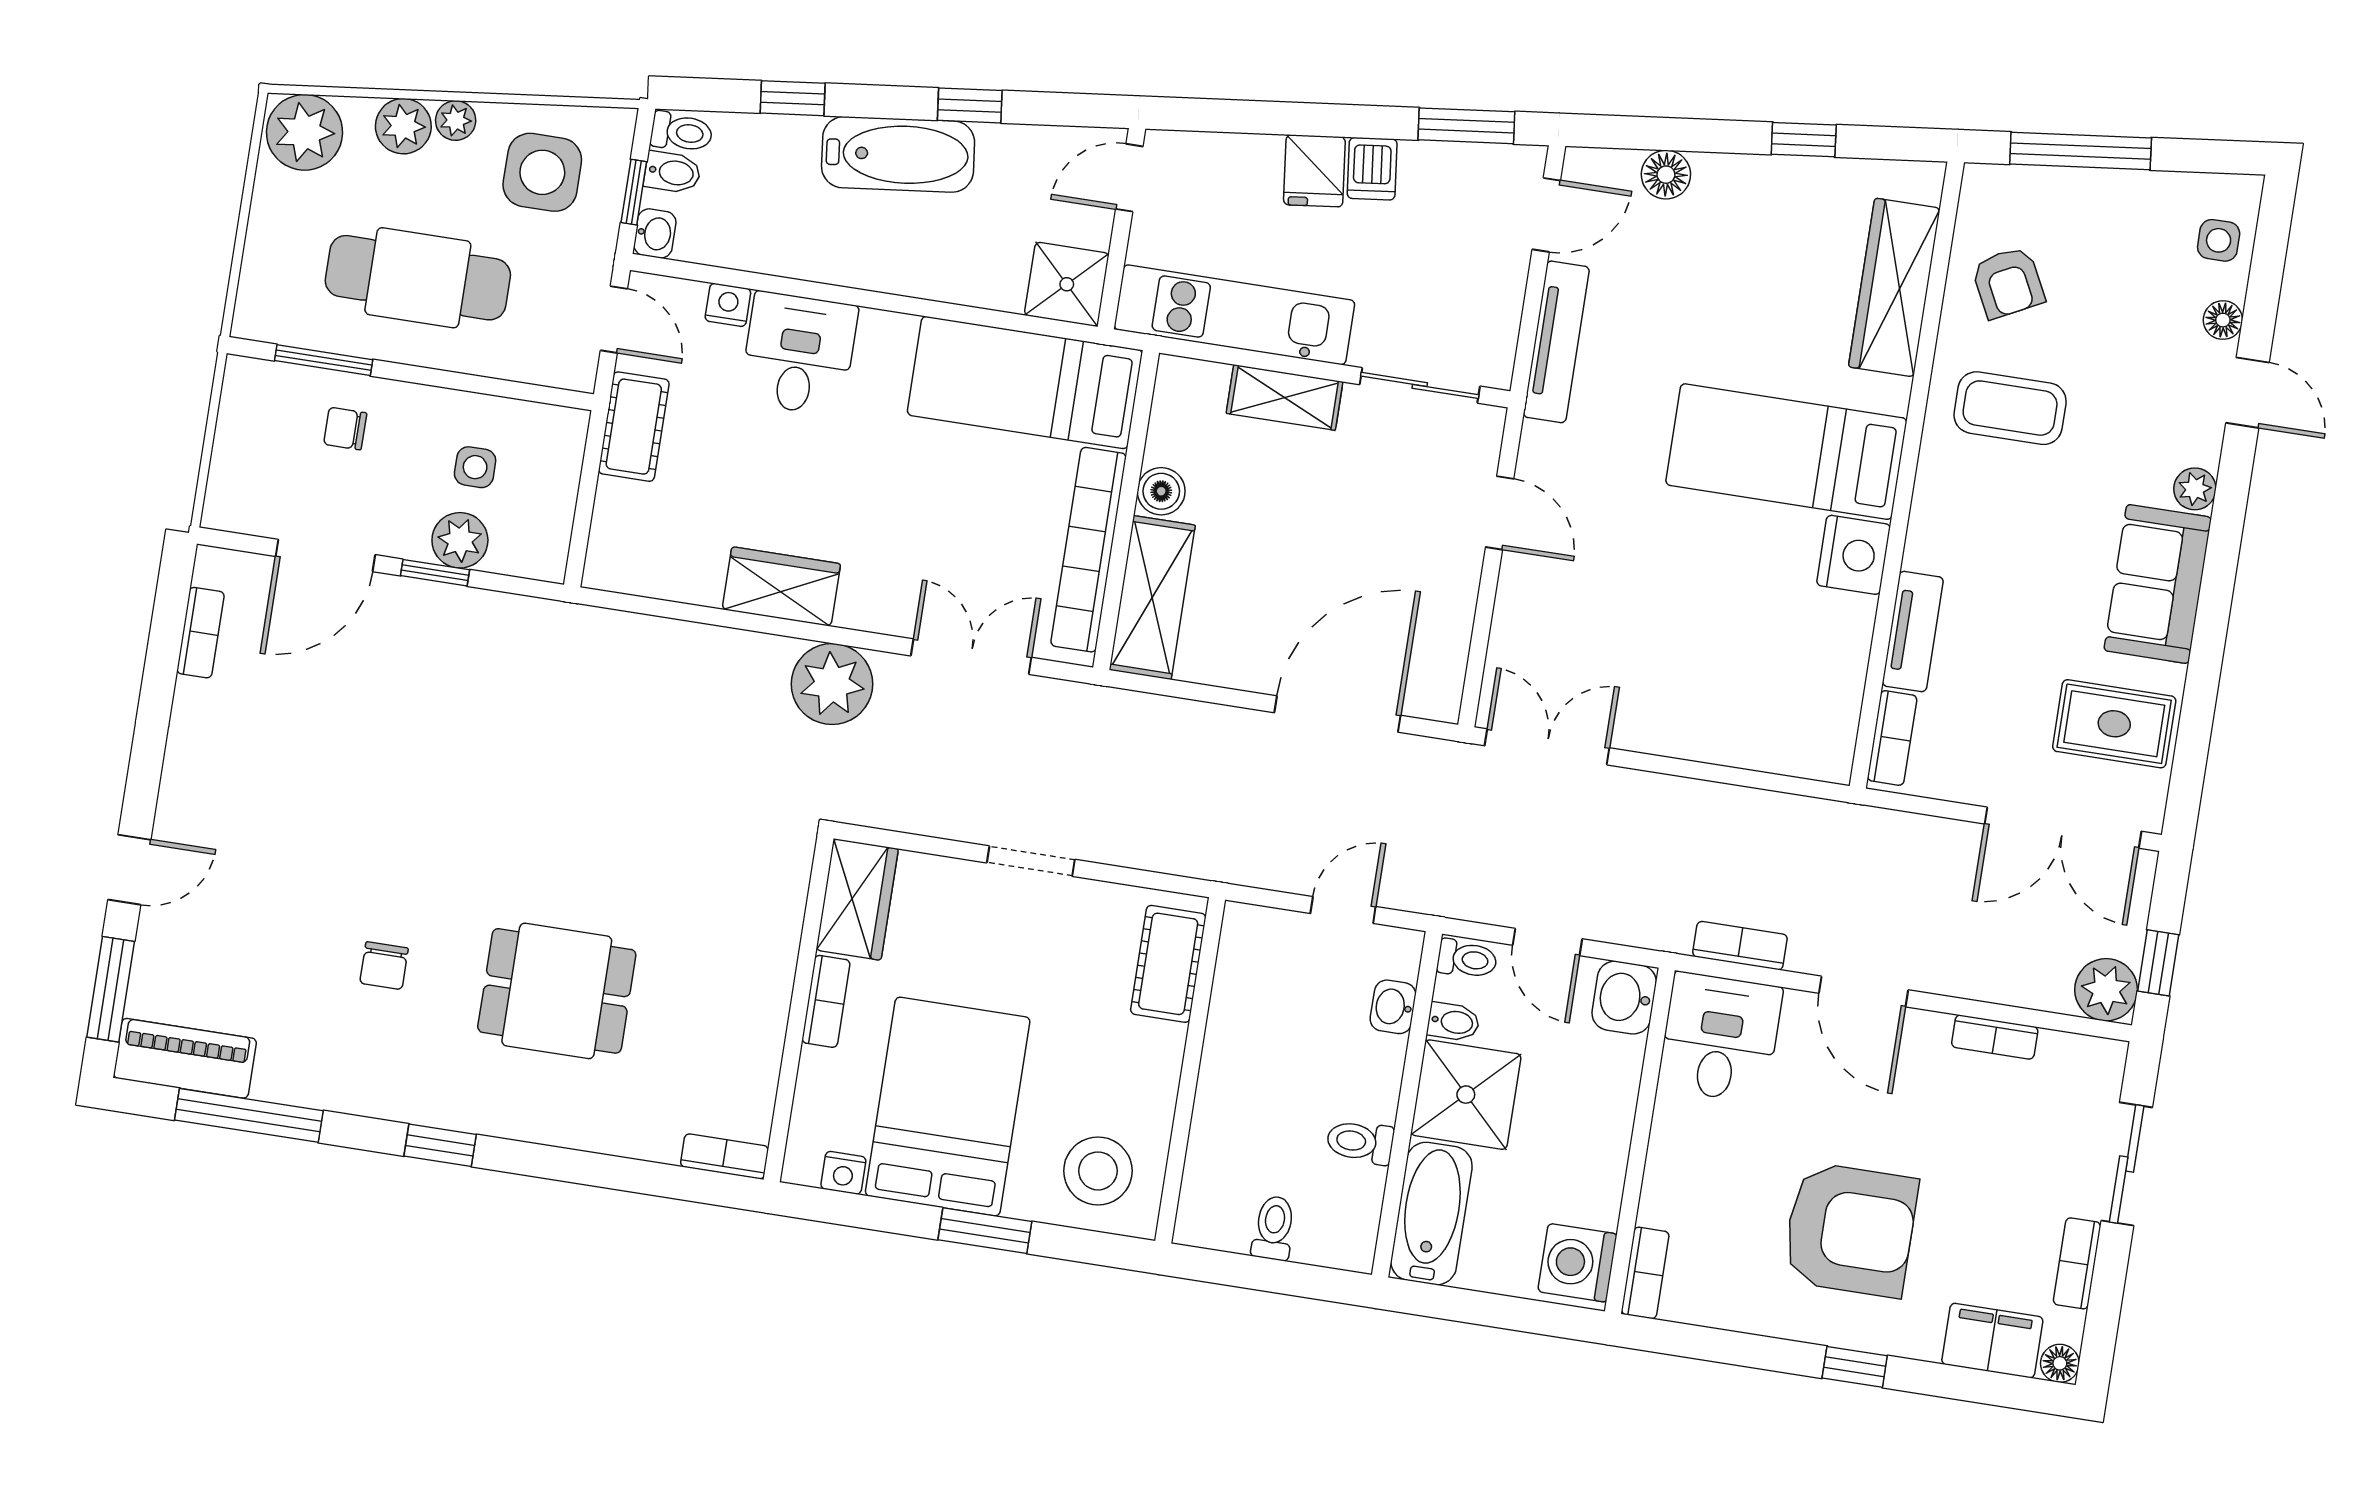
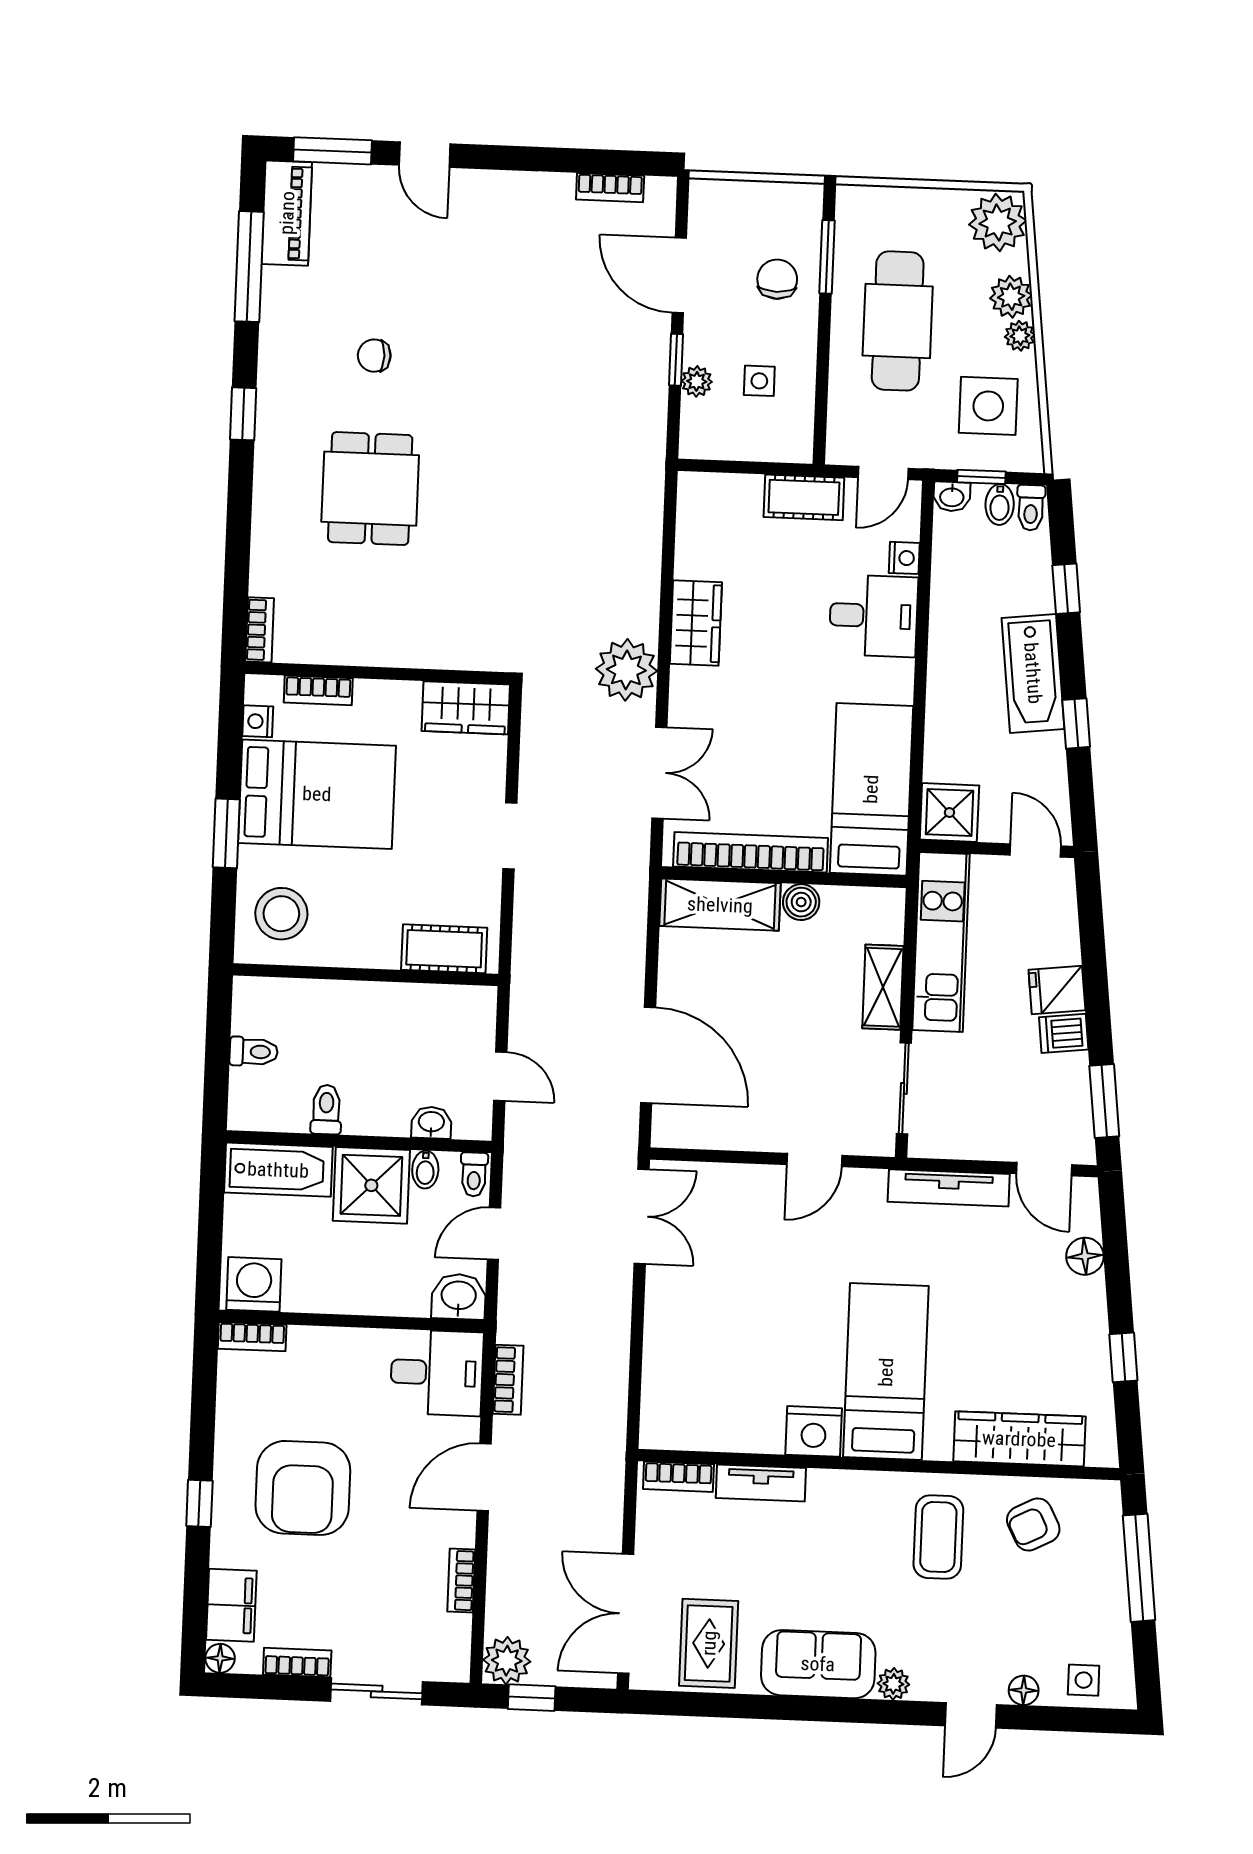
chair: (345, 429) -> (777, 279), width x1.37, depth x1.37
plant: (460, 540) -> (697, 381), width x0.73, depth x0.73
bookcase: (826, 1001) -> (318, 690), moved

